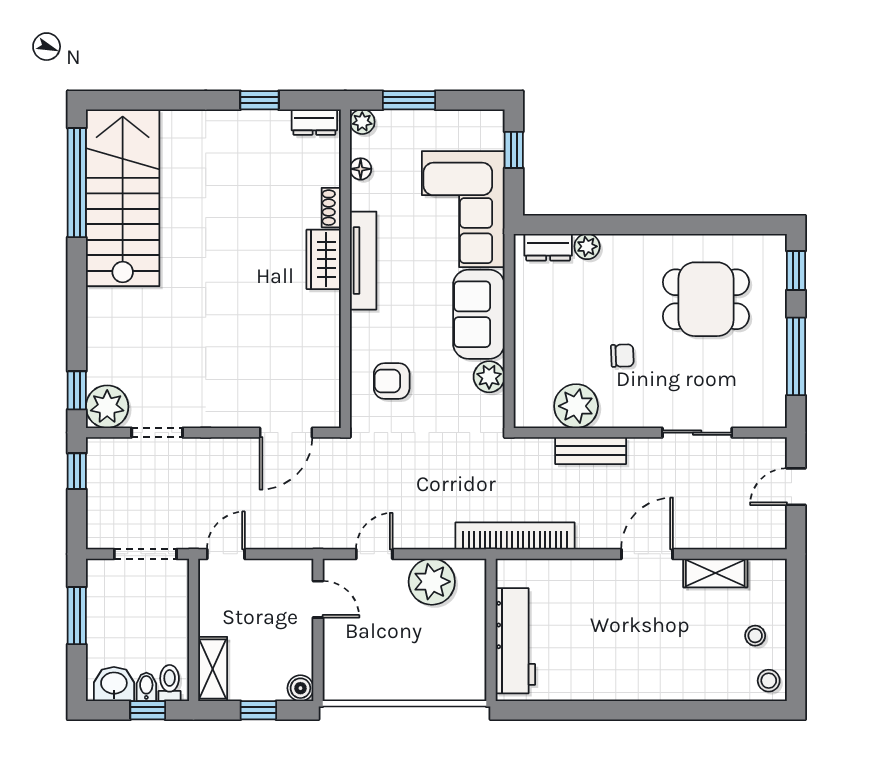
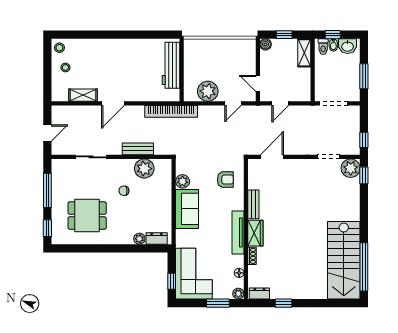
corner sofa: (463, 209) -> (194, 274), moved
bench: (328, 325) -> (253, 204), added
door: (226, 554) -> (280, 103), moved

